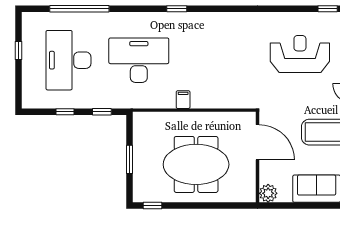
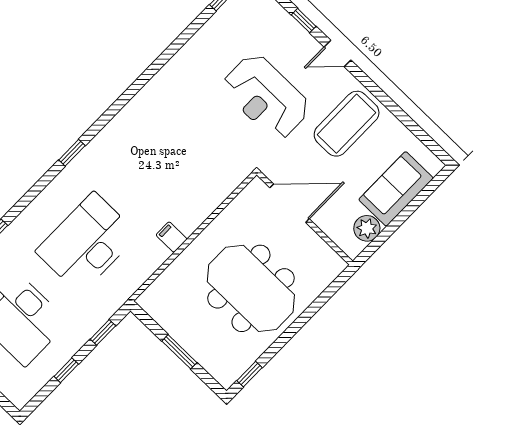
reception desk: (300, 54) -> (266, 97), moved, turned -90
meeting table: (196, 164) -> (251, 288), turned 90
plant: (268, 193) -> (367, 228), moved

